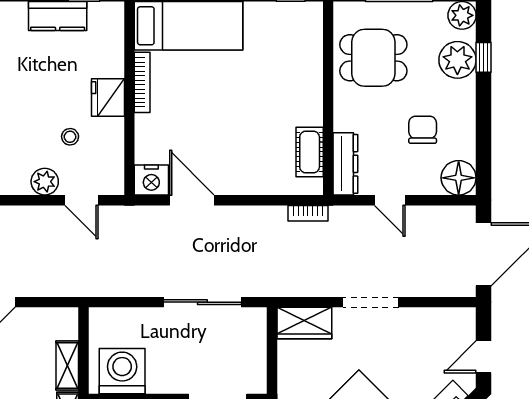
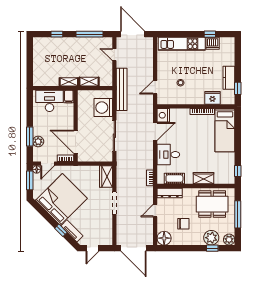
dining table: (373, 58) -> (212, 204), width x1.37
wardrobe: (308, 79) -> (204, 178), added
fridge: (108, 97) -> (212, 98), moved
desk: (250, 167) -> (168, 155), added
plant: (45, 182) -> (163, 73), removed
bench: (87, 284) -> (122, 89), added
door: (484, 357) -> (92, 248), swing flipped
washing machine: (122, 371) -> (103, 108), moved, turned 180

